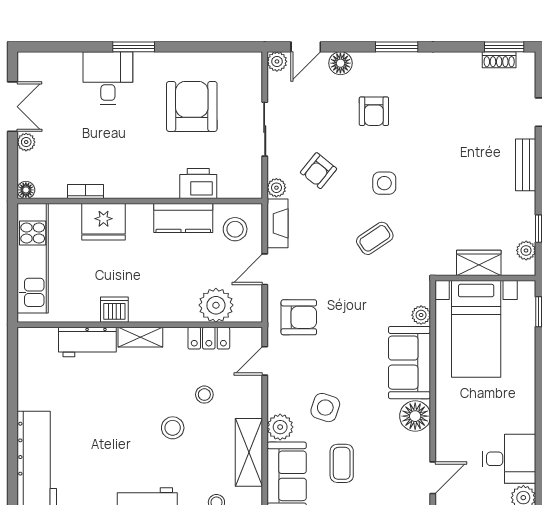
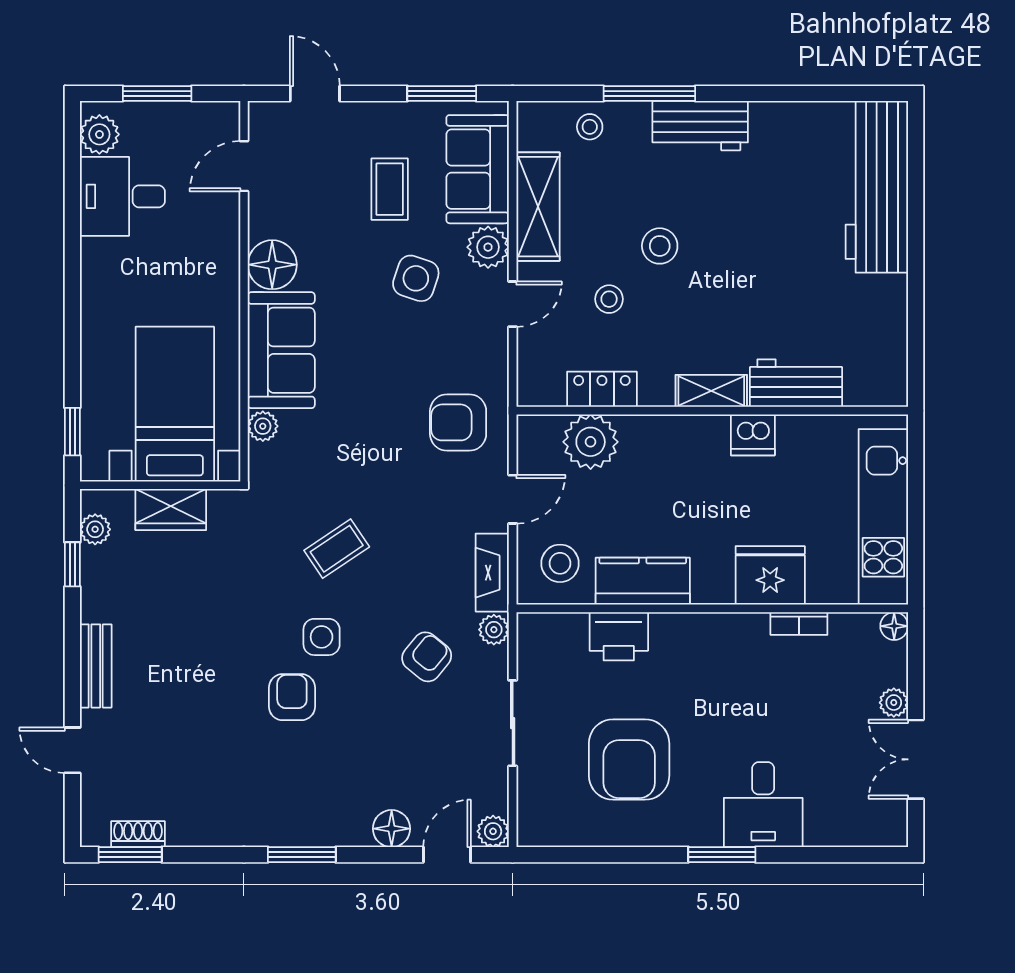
armchair: (374, 111) -> (292, 697), moved
door: (265, 361) -> (513, 304), moved

